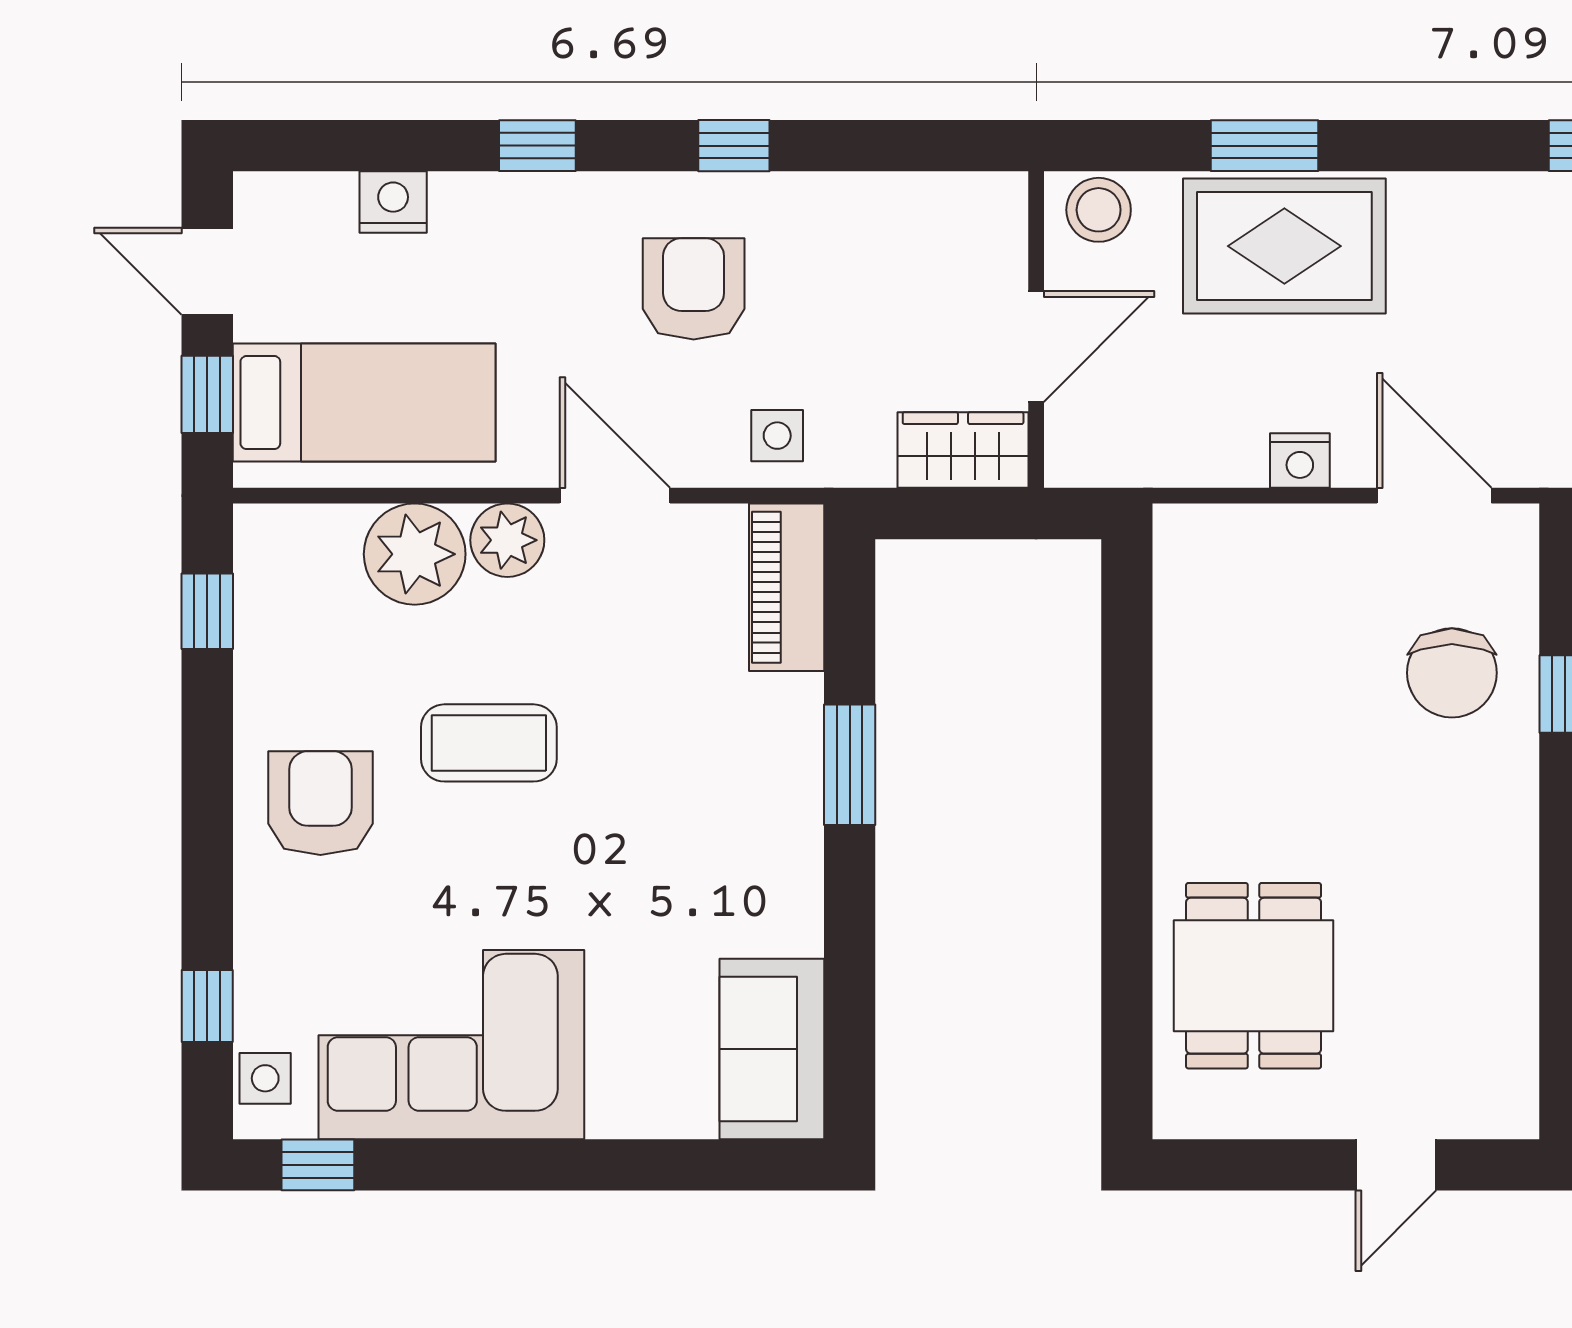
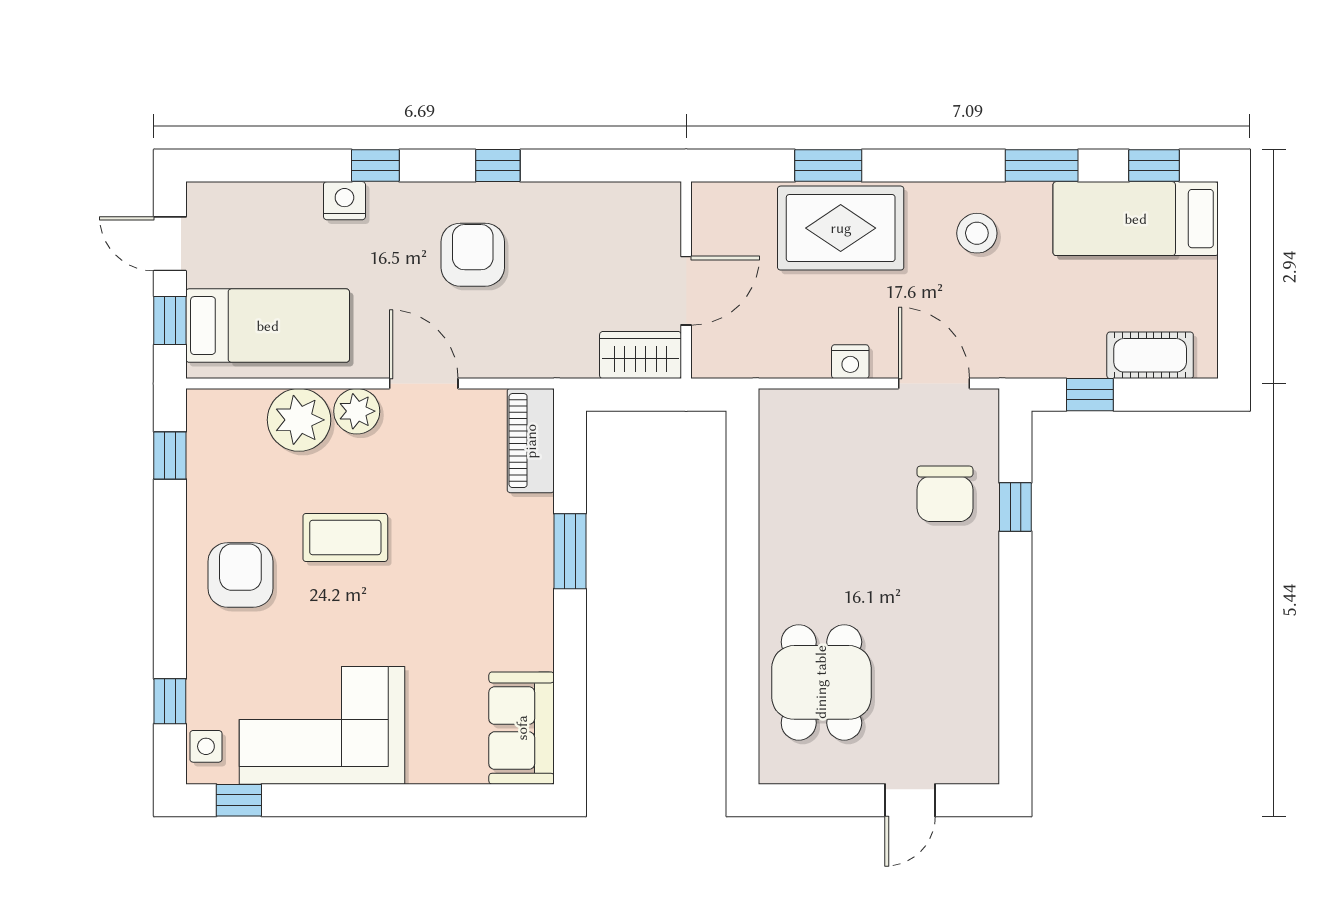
nightstand: (393, 202) -> (344, 201), moved
stool: (1099, 210) -> (977, 233), moved
side table: (777, 436) -> (525, 346), removed

